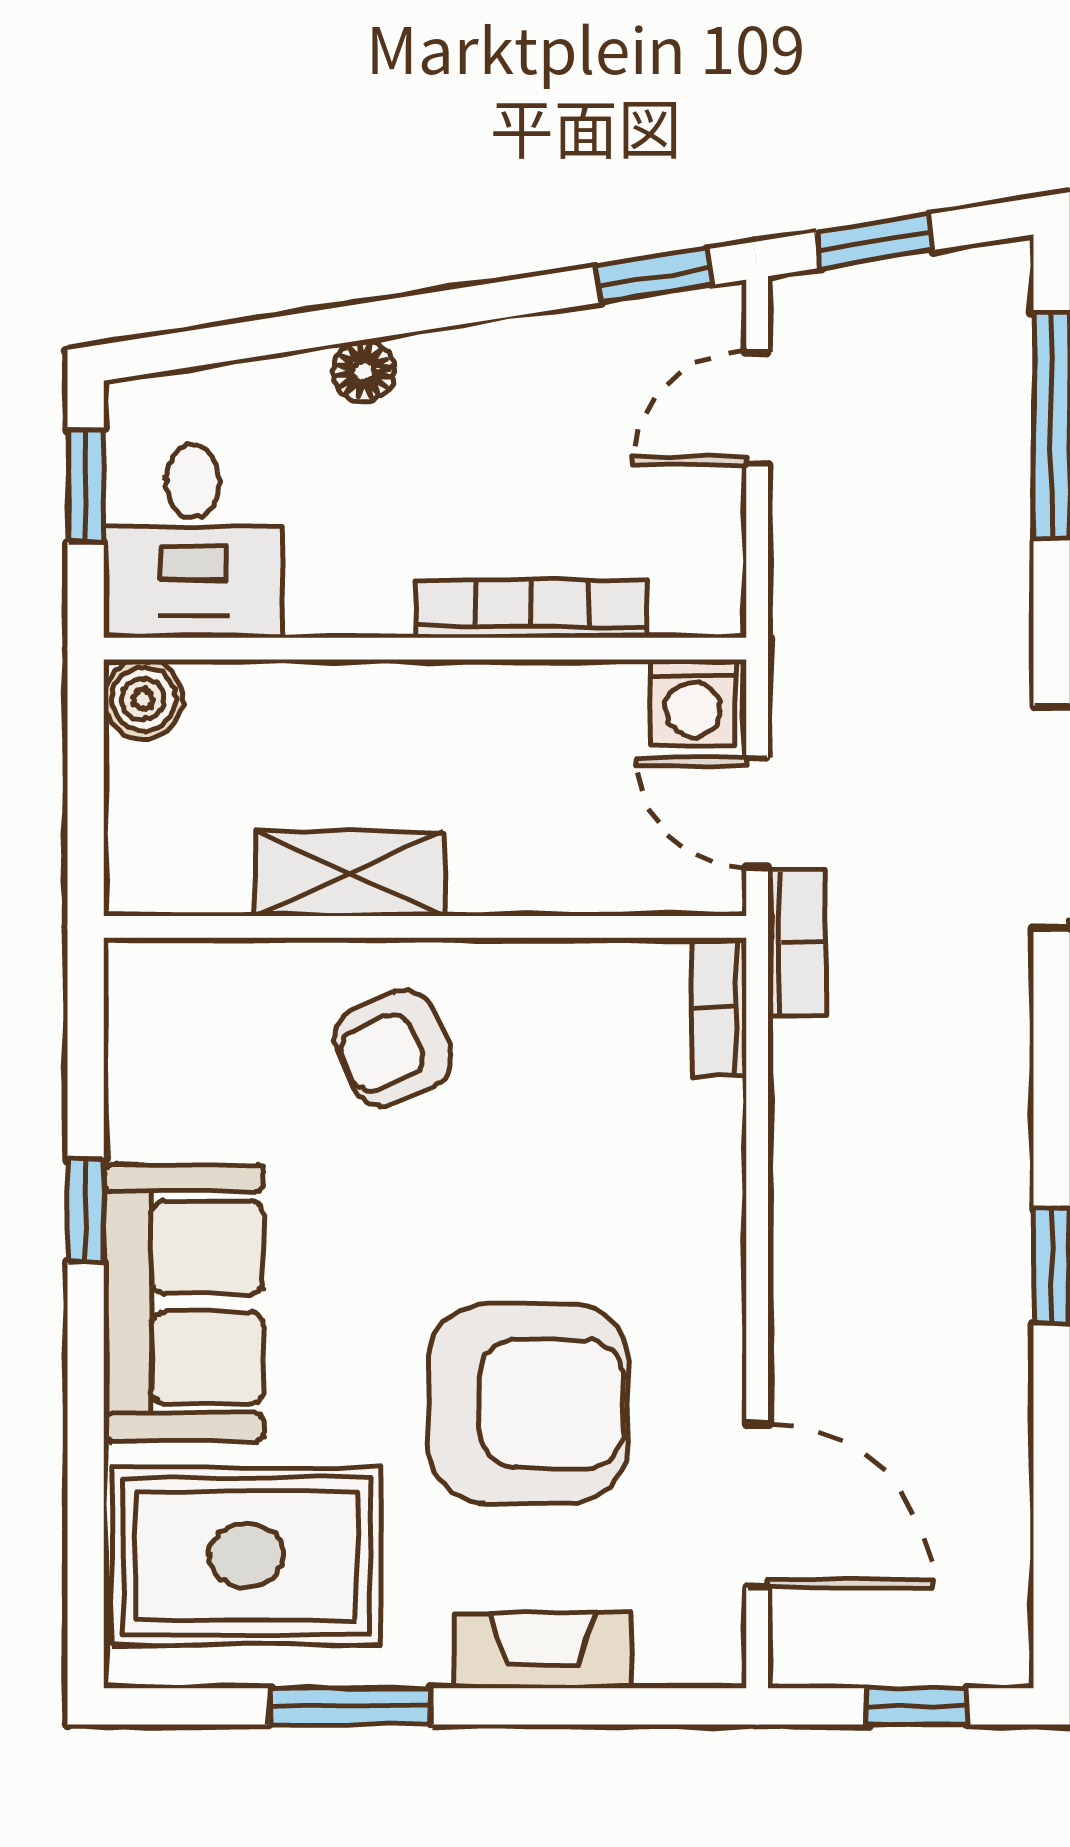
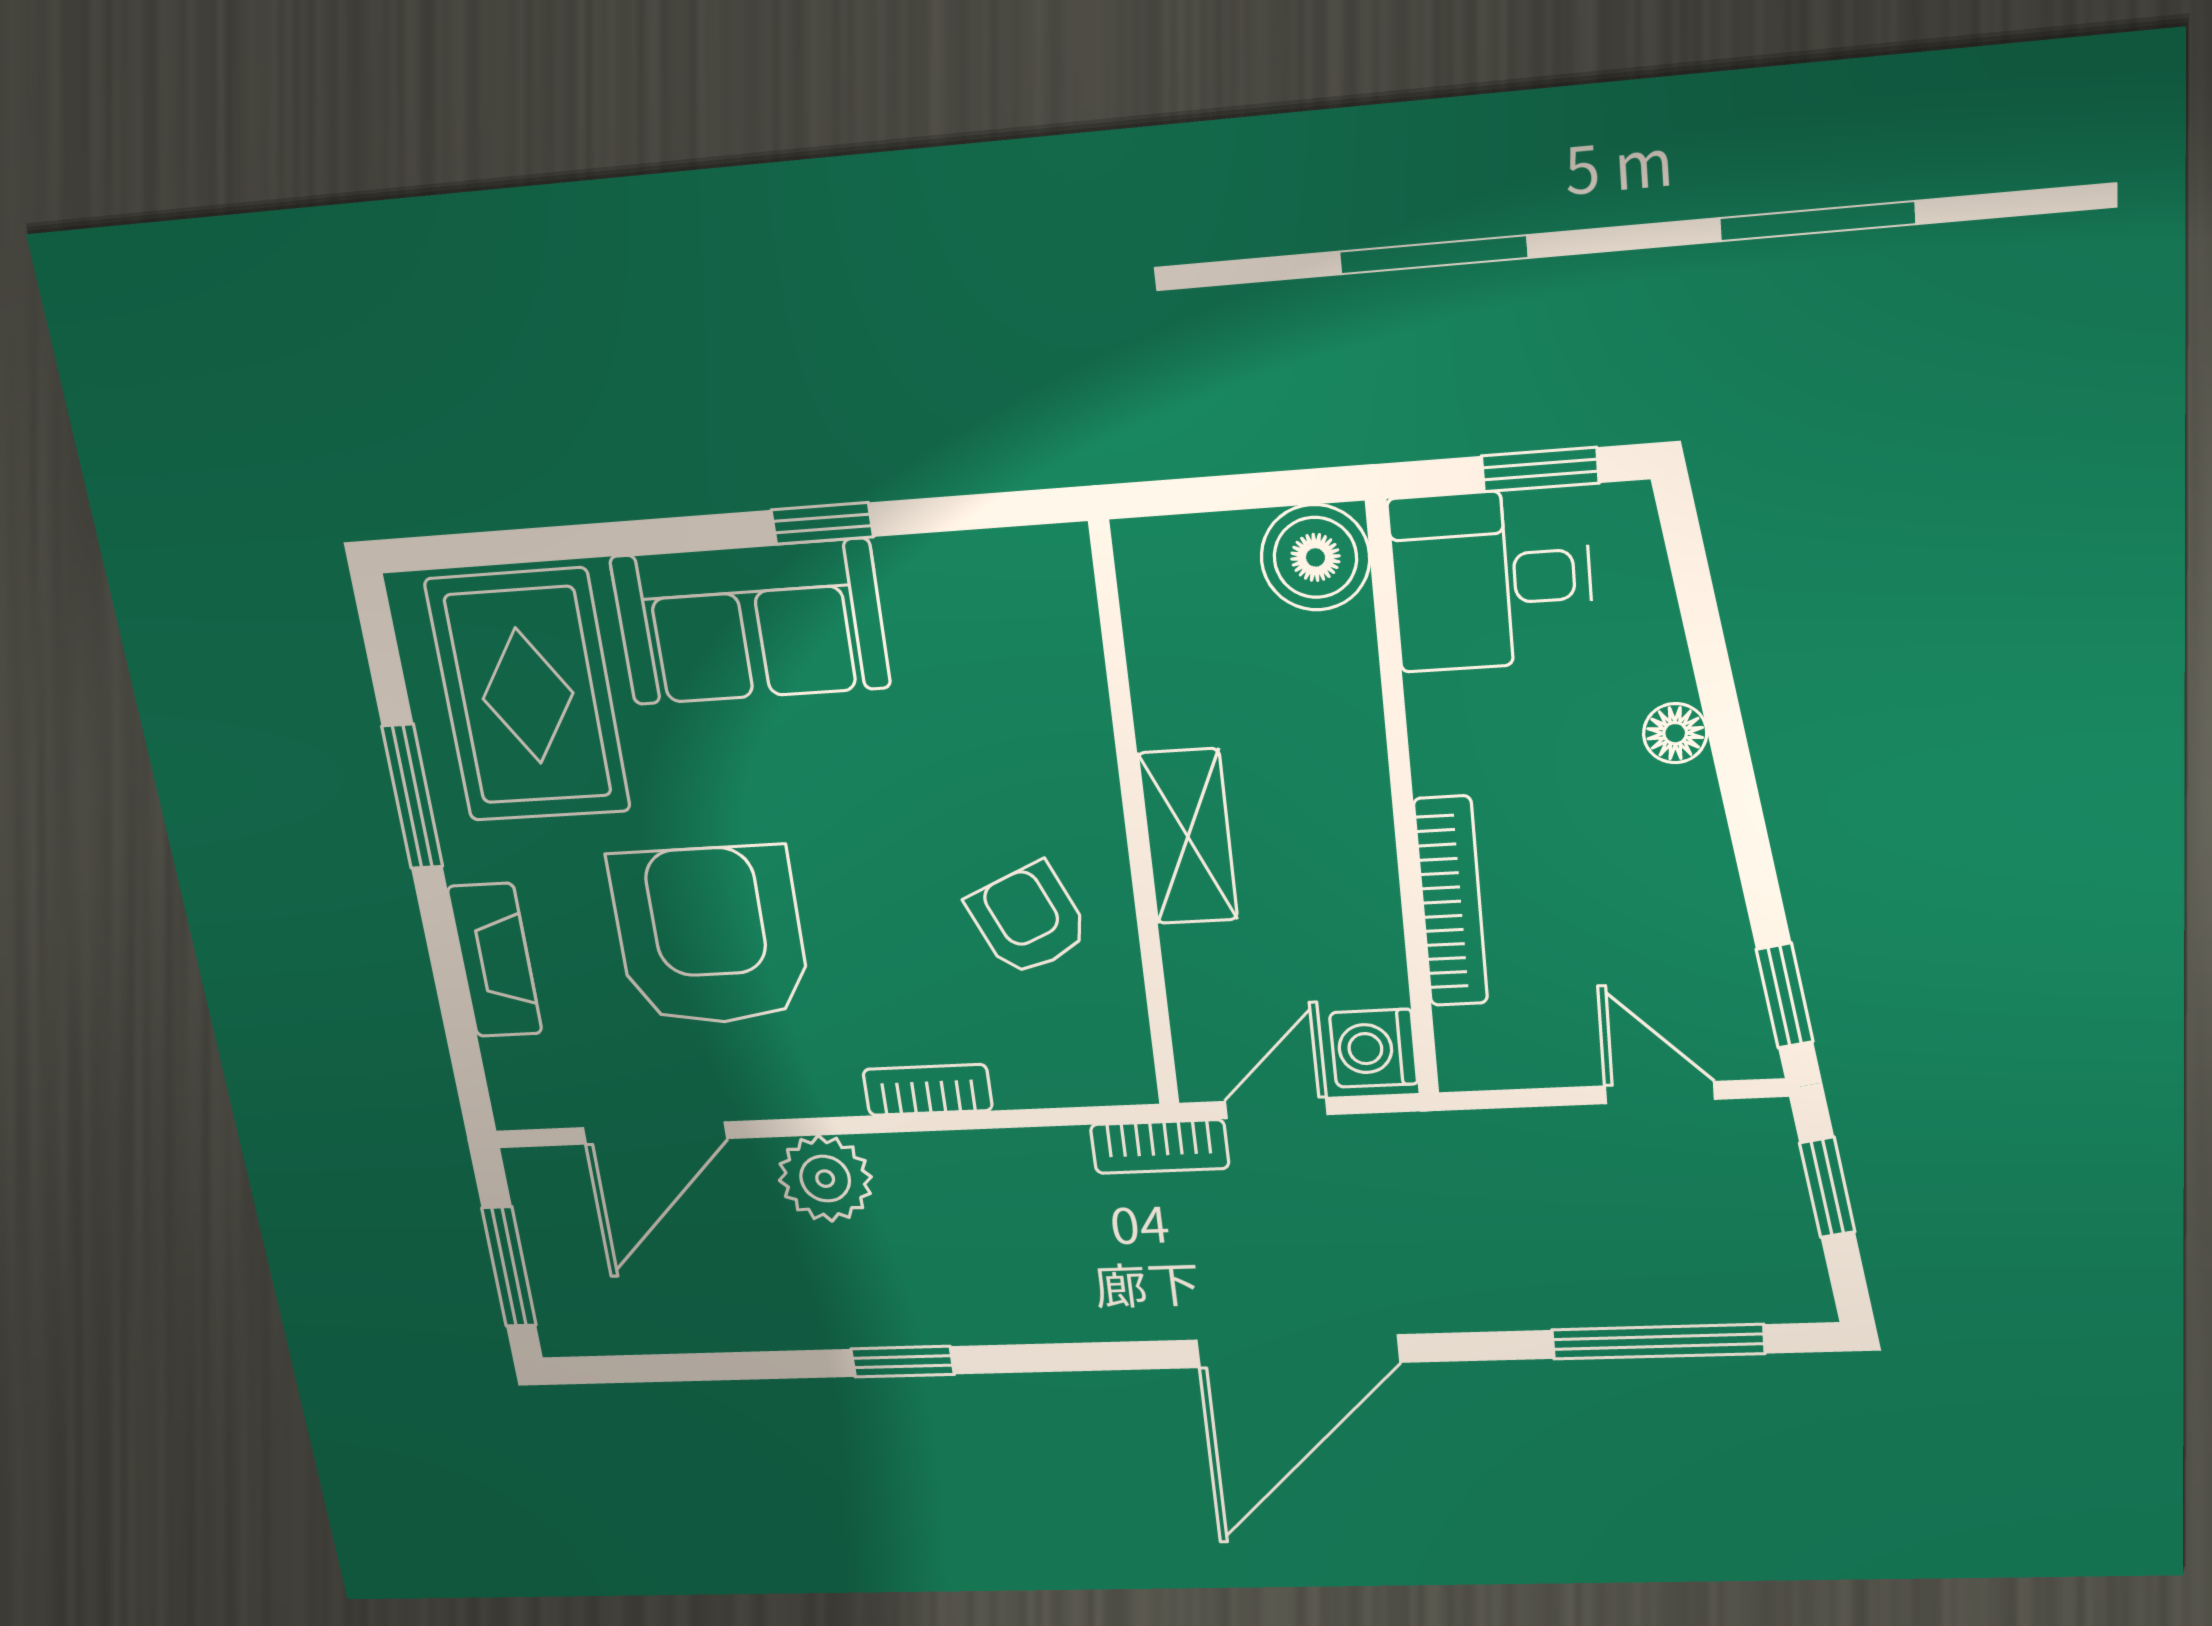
boiler: (143, 699) -> (1315, 557), width x1.36, depth x1.36
shelving: (350, 874) -> (1188, 837), moved
bookcase: (719, 1007) -> (928, 1090), moved
armchair: (393, 1048) -> (1028, 919), moved
plant: (821, 1320) -> (825, 1179), added
armchair: (528, 1404) -> (710, 936), turned 180
window: (916, 1706) -> (509, 1267), width x1.50

